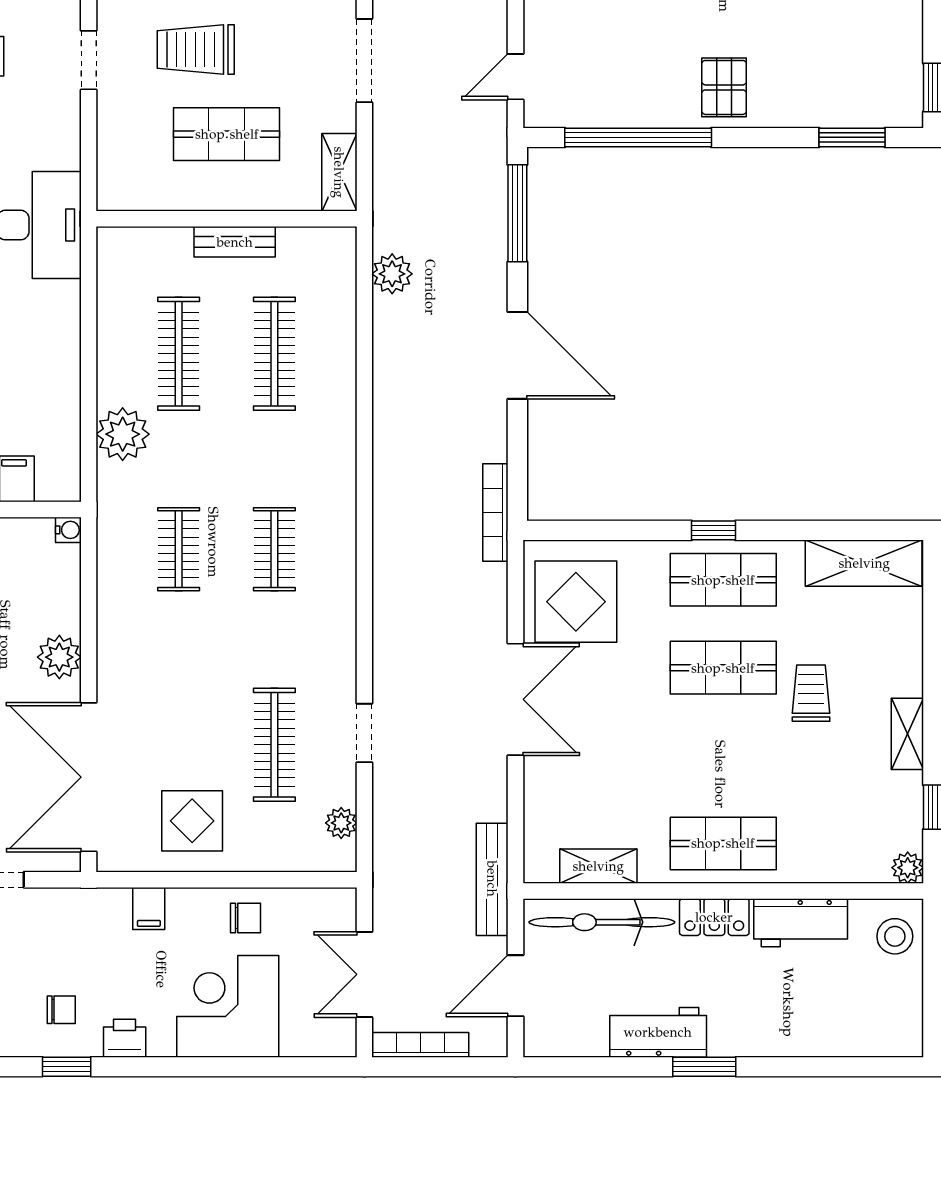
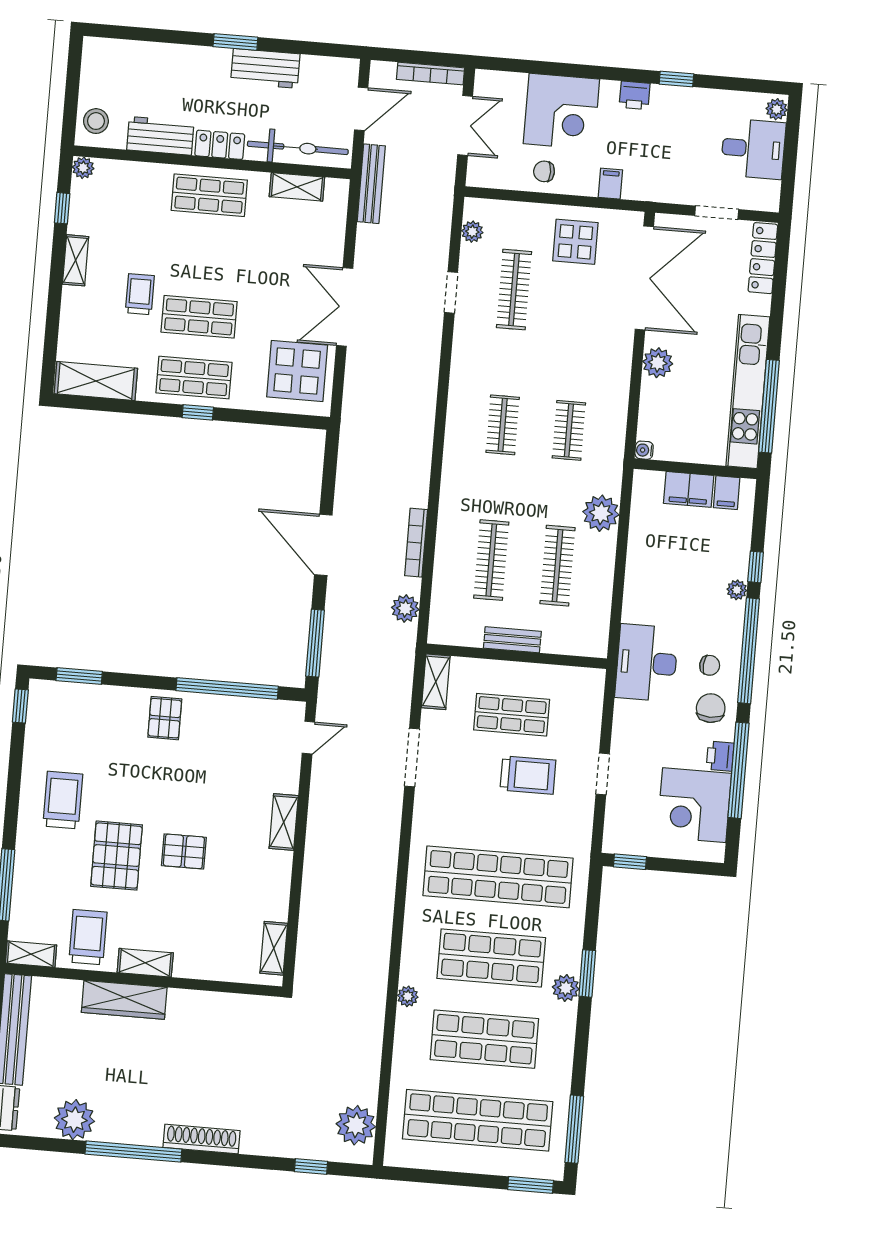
bookcase: (495, 512) -> (416, 543), moved, turned 180
trolley: (811, 693) -> (140, 294), turned 180
chair: (61, 1010) -> (677, 119), removed

